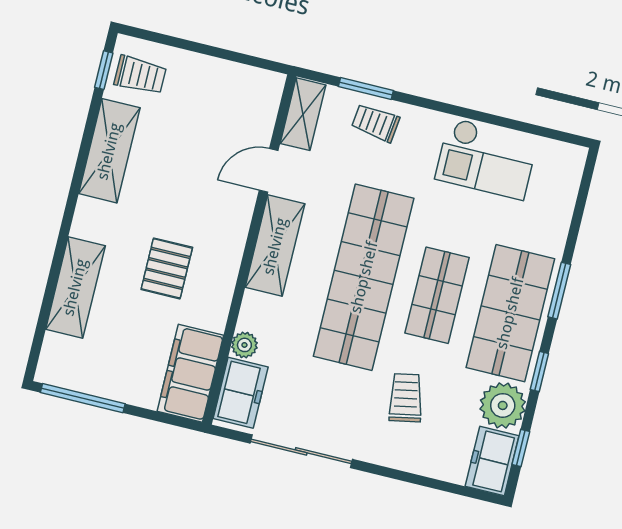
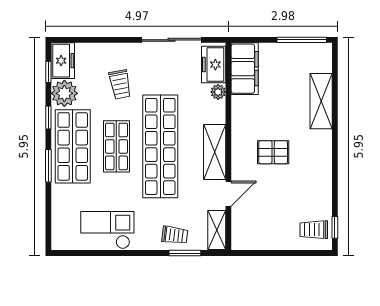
shelving: (109, 151) -> (321, 183), removed
pallet: (167, 268) -> (273, 152), moved, turned 90

